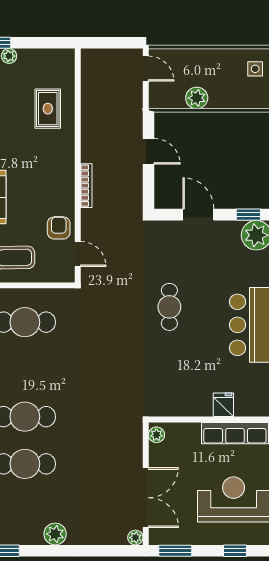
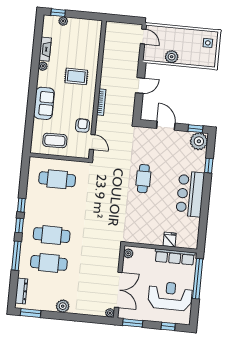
rug: (48, 109) -> (76, 76), moved, turned 90
door: (149, 151) -> (140, 85), hinge flipped

